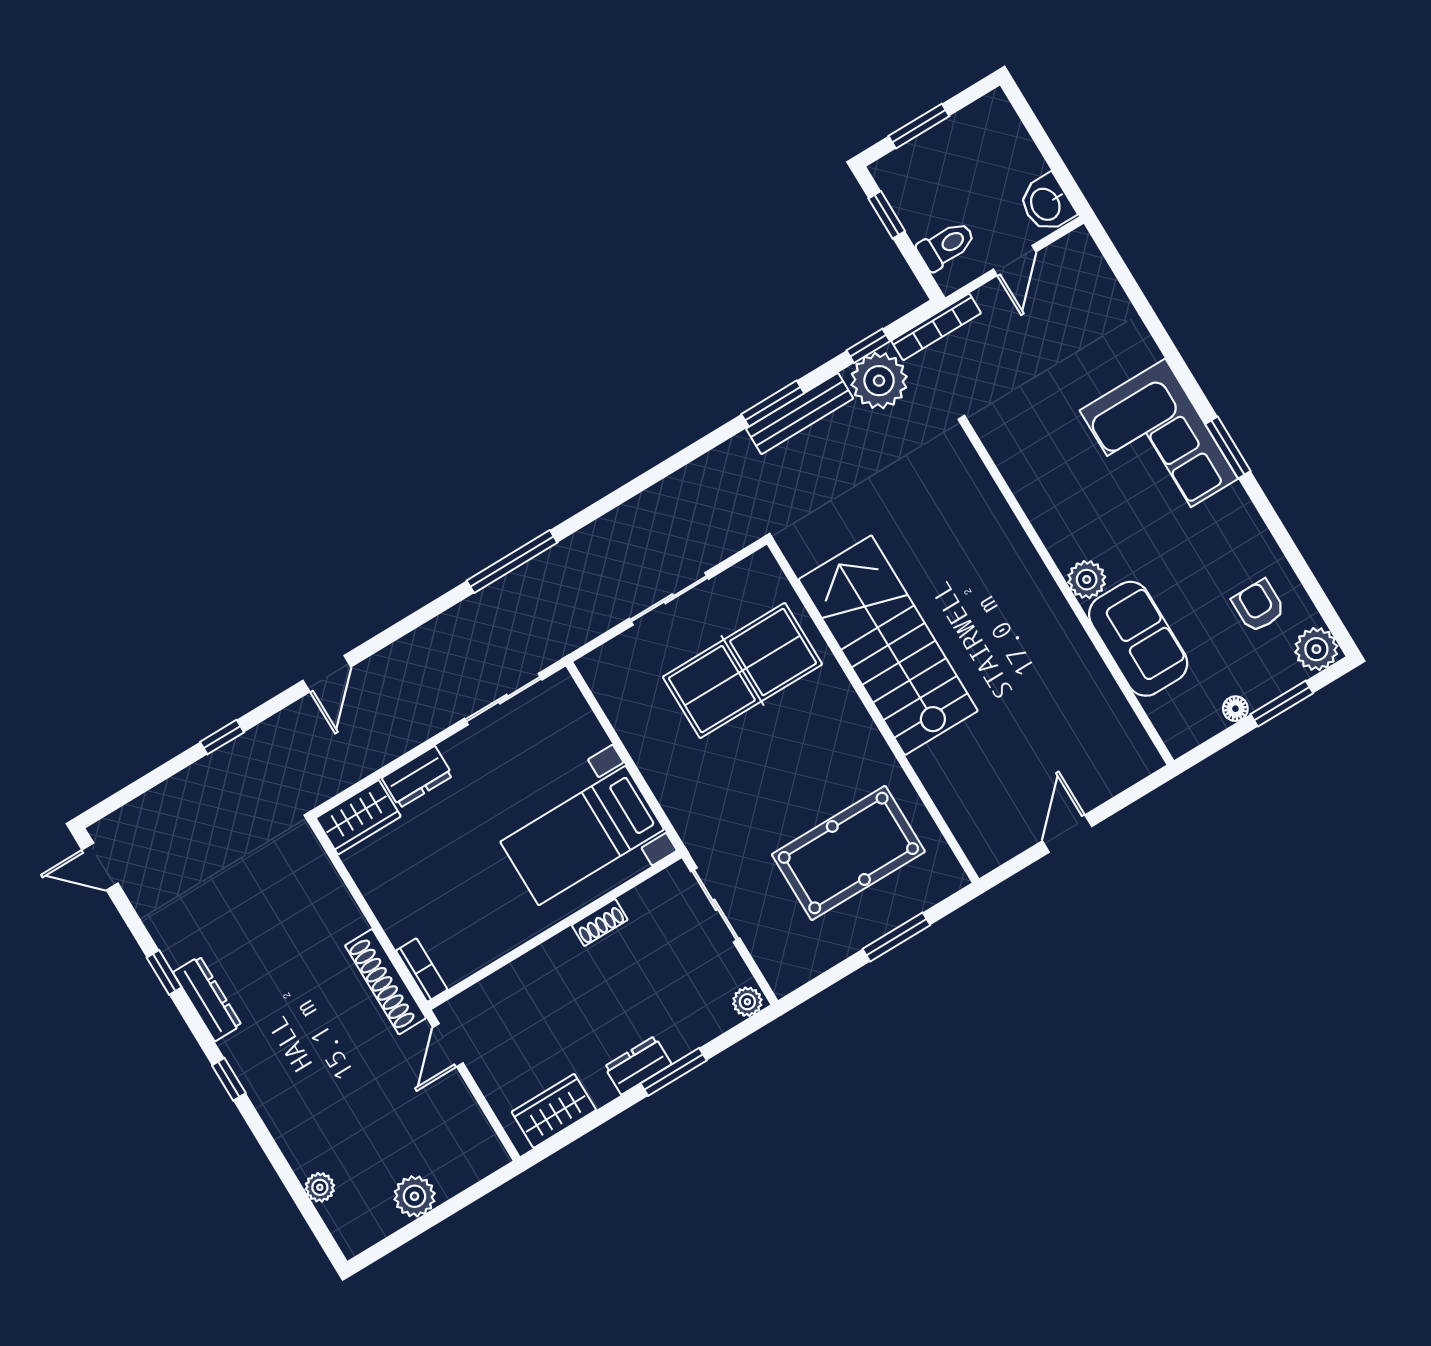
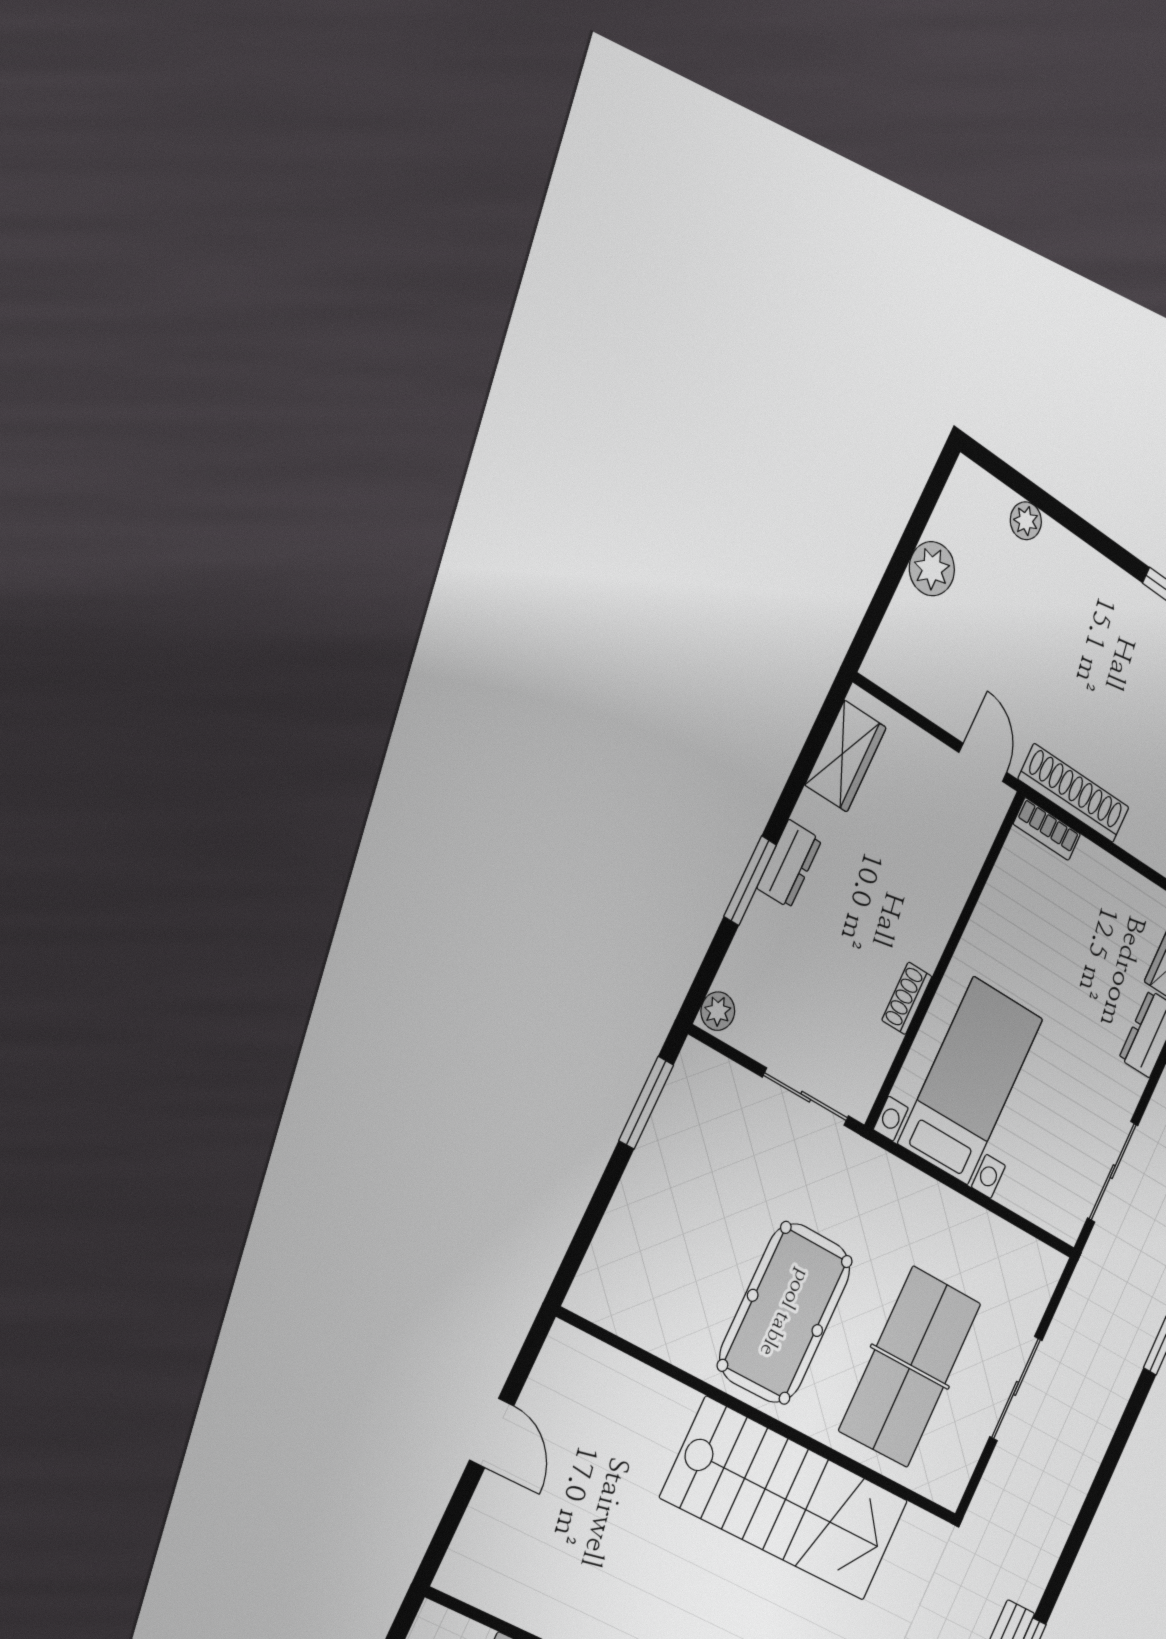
pool table: (848, 853) -> (785, 1313), moved
window: (896, 937) -> (646, 1103), moved

